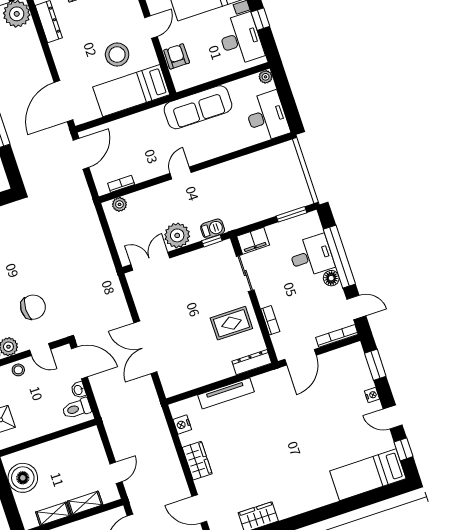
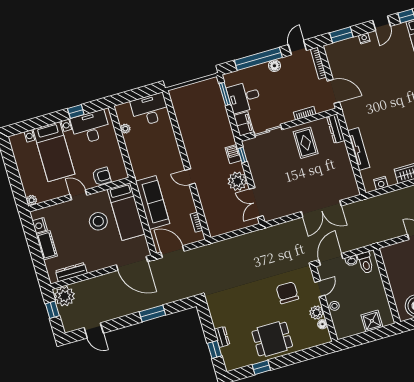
armchair: (177, 56) -> (102, 176), turned 180
plant: (266, 77) -> (125, 129), moved
sofa: (198, 107) -> (153, 202), moved
plant: (119, 204) -> (212, 224), removed
desk: (311, 256) -> (244, 97), moved, turned -90

